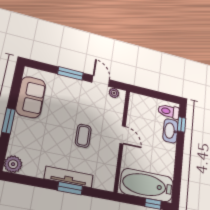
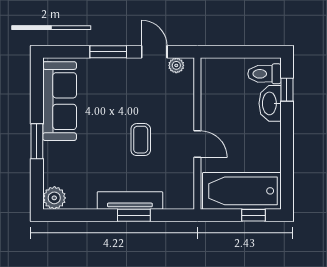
sofa: (31, 97) -> (60, 101), width x1.36
door: (123, 135) -> (197, 144), moved

